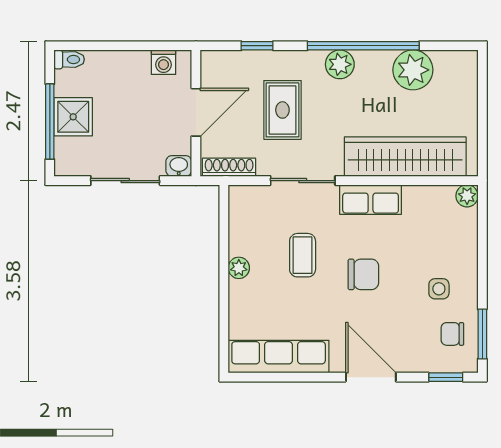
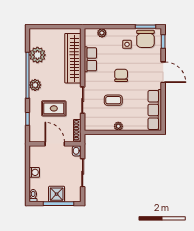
washing machine: (163, 62) -> (34, 172), moved
plant: (467, 196) -> (102, 33), moved
row of seats: (371, 200) -> (90, 59), moved
chair: (452, 334) -> (145, 39), width x1.87, depth x1.87
door: (371, 377) -> (163, 72), swing flipped

